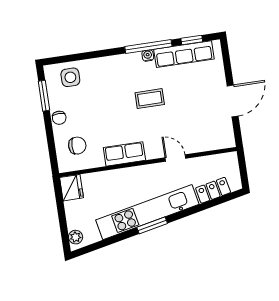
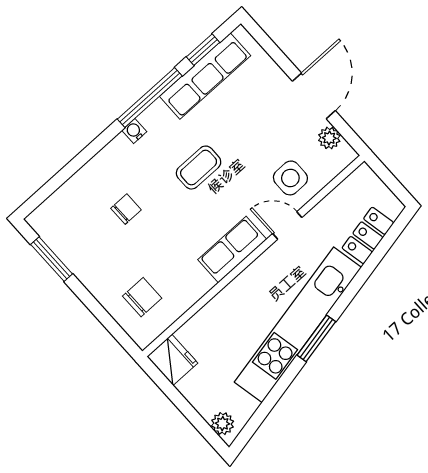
water cooler: (148, 56) -> (134, 131), moved
side table: (70, 77) -> (290, 178), moved
chair: (59, 118) -> (126, 209), moved, turned -90
plant: (226, 128) -> (329, 138), added
row of seats: (124, 154) -> (232, 249), moved

